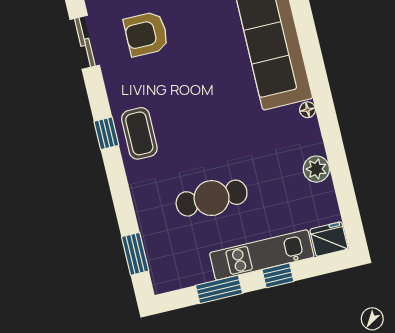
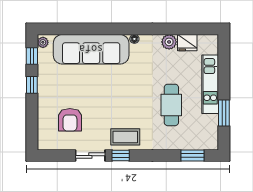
sliding door: (85, 42) -> (90, 156), moved
fridge: (329, 239) -> (187, 43), moved, turned -90
window: (278, 275) -> (224, 78), removed

